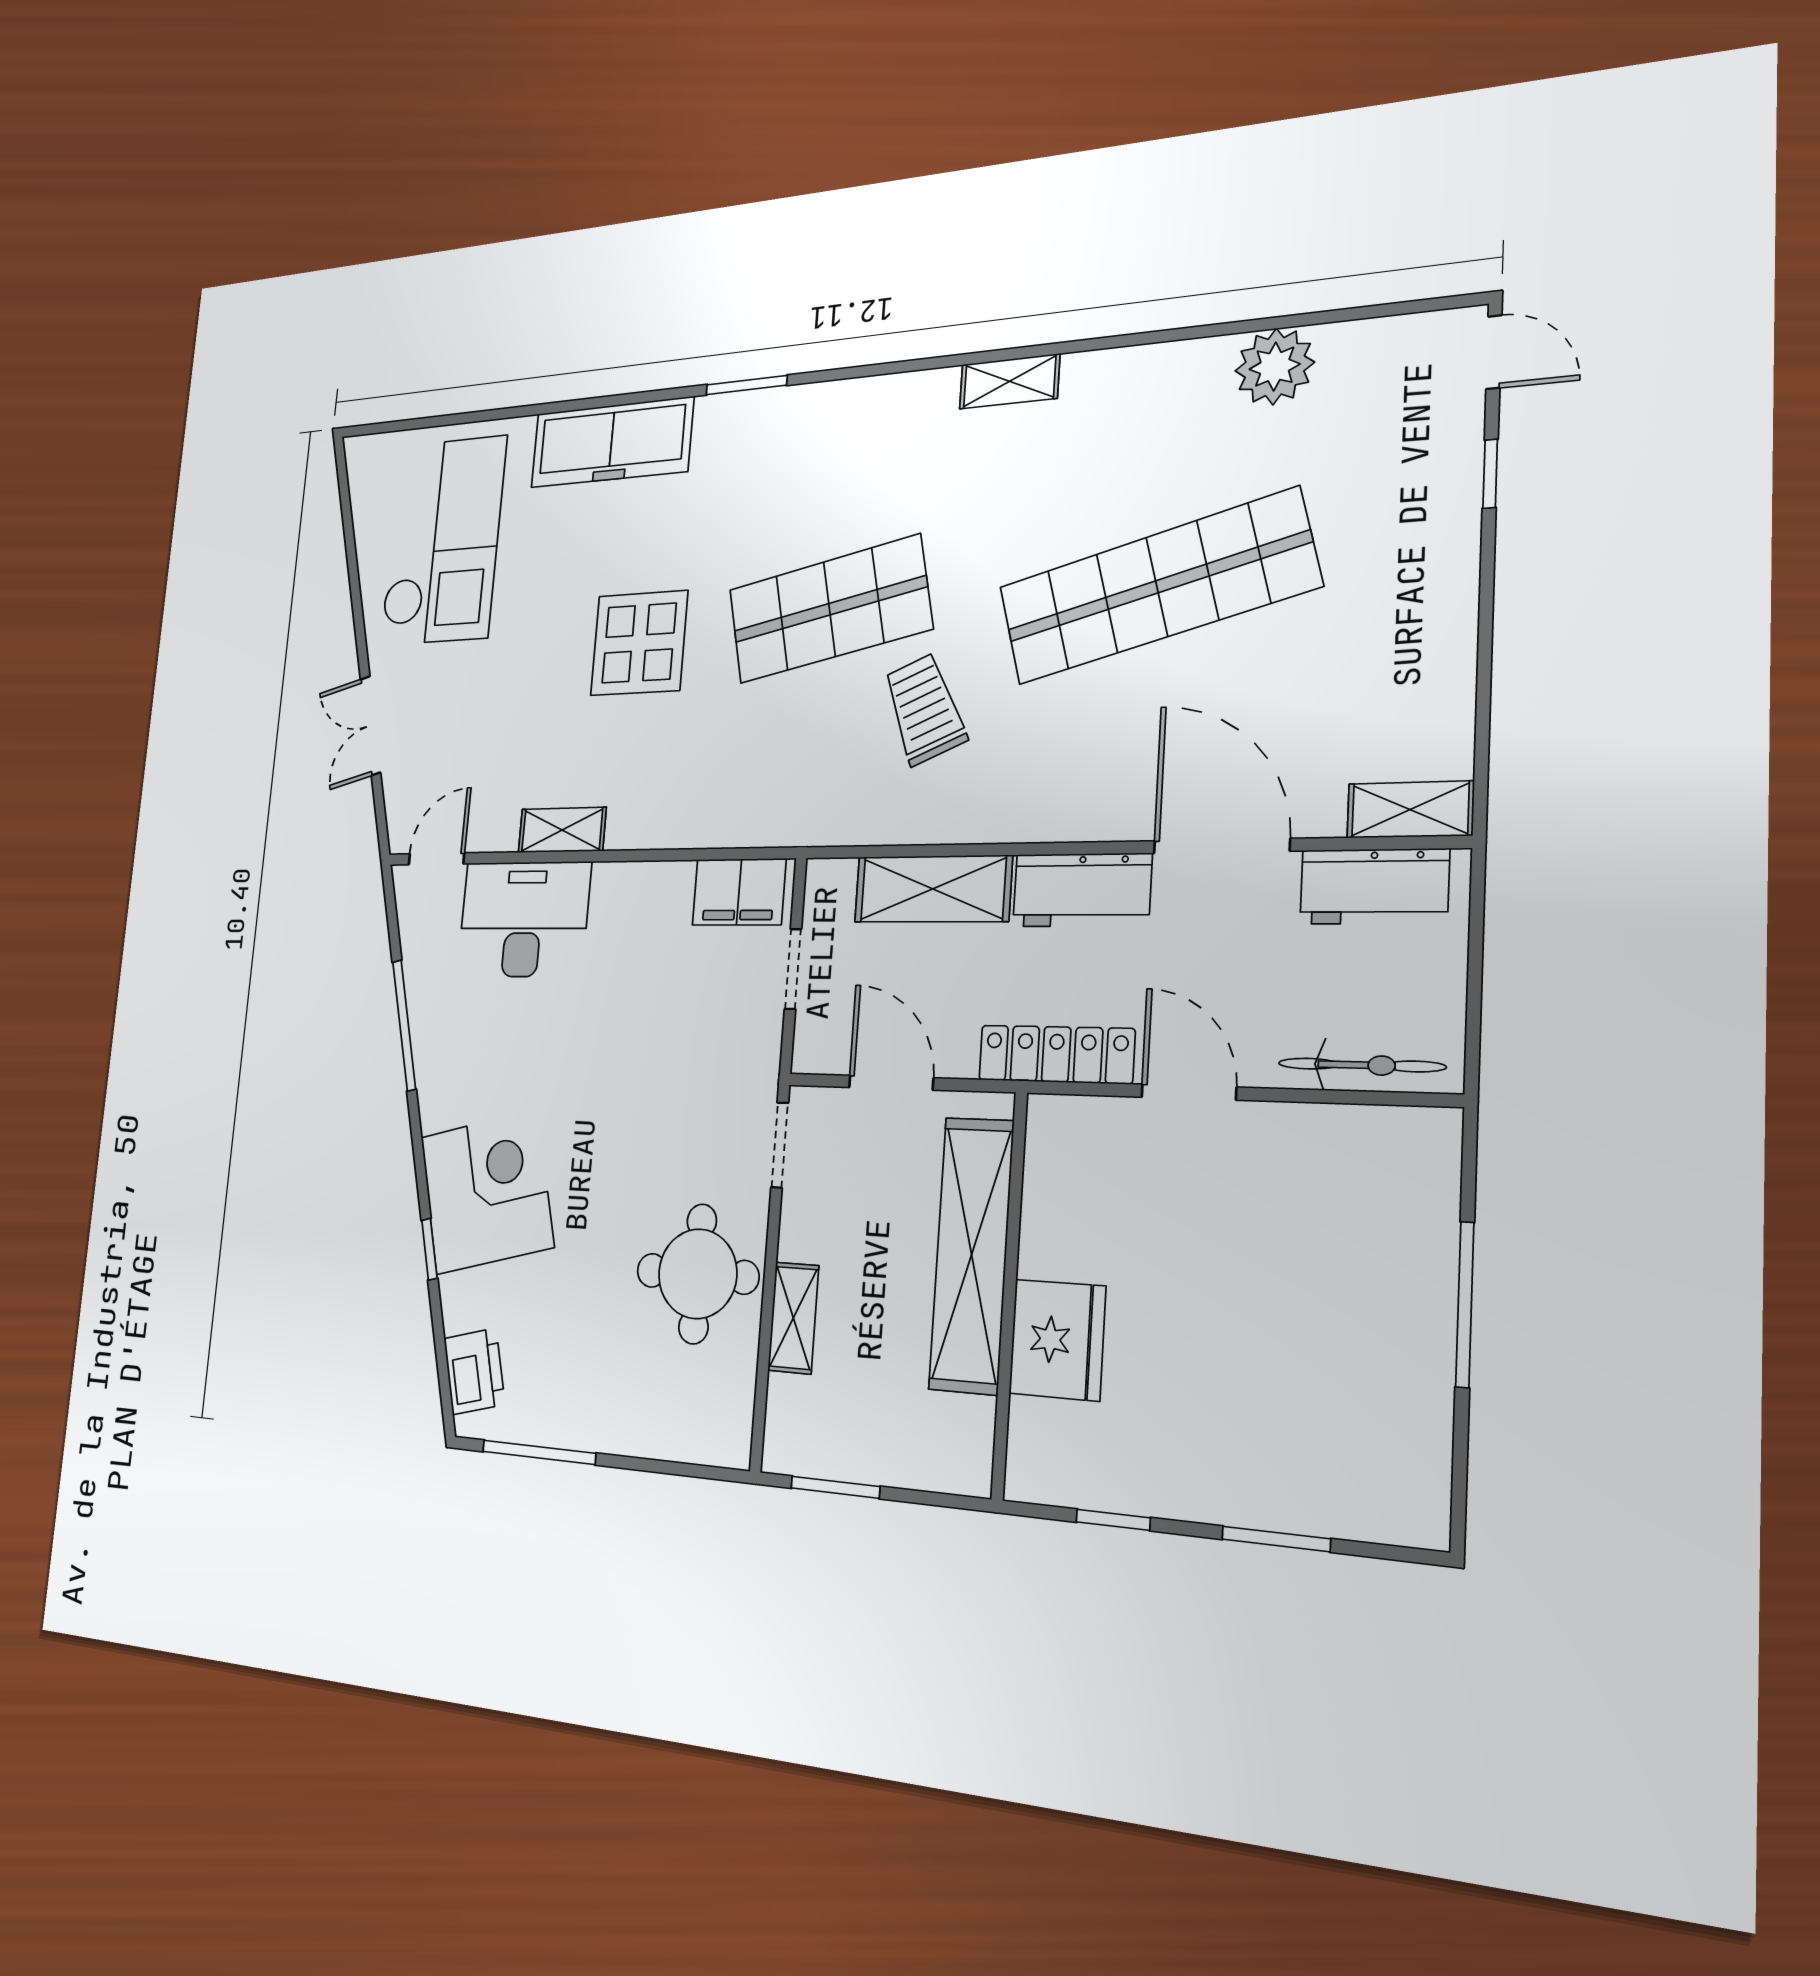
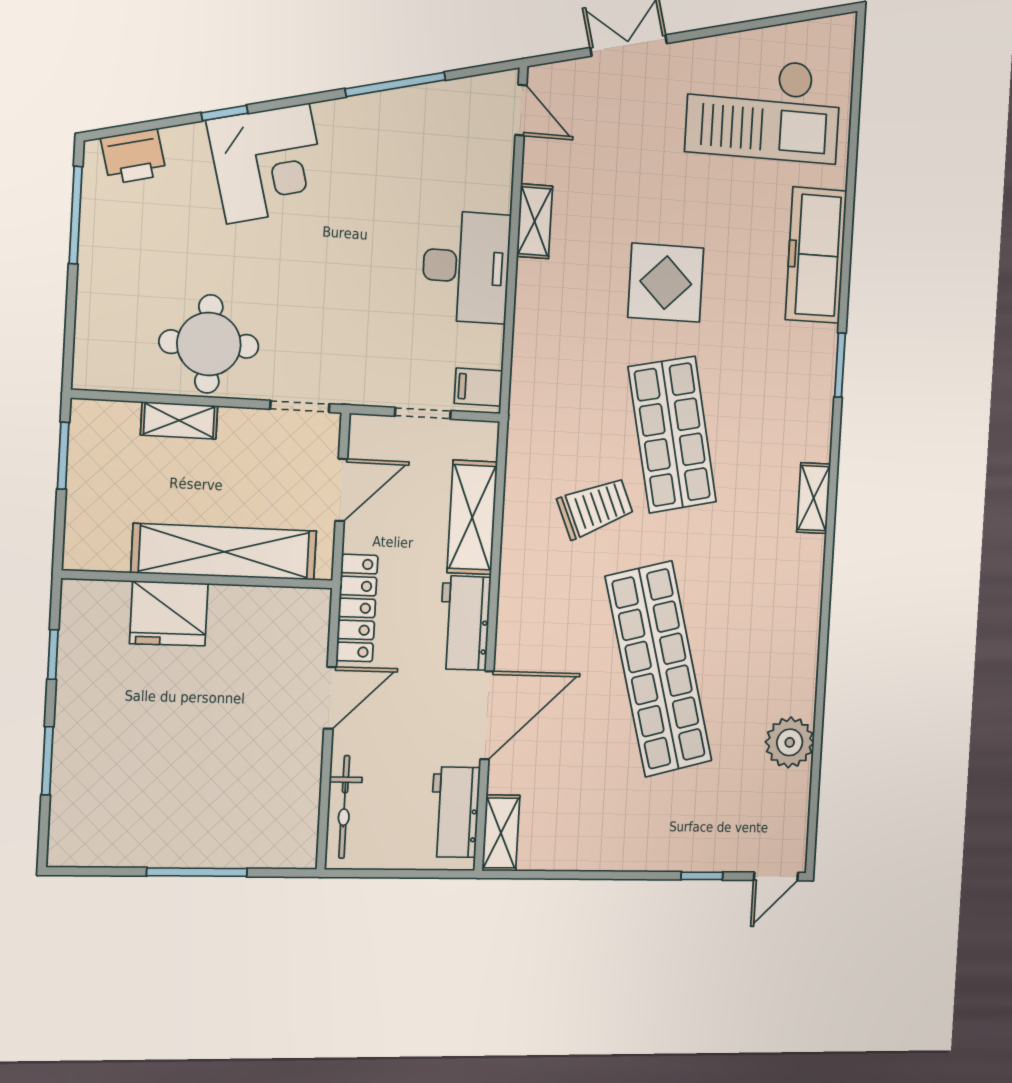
shelving: (1009, 381) -> (814, 498), moved
filing cabinet: (739, 892) -> (478, 387), width x0.50
desk: (524, 919) -> (466, 267), moved

